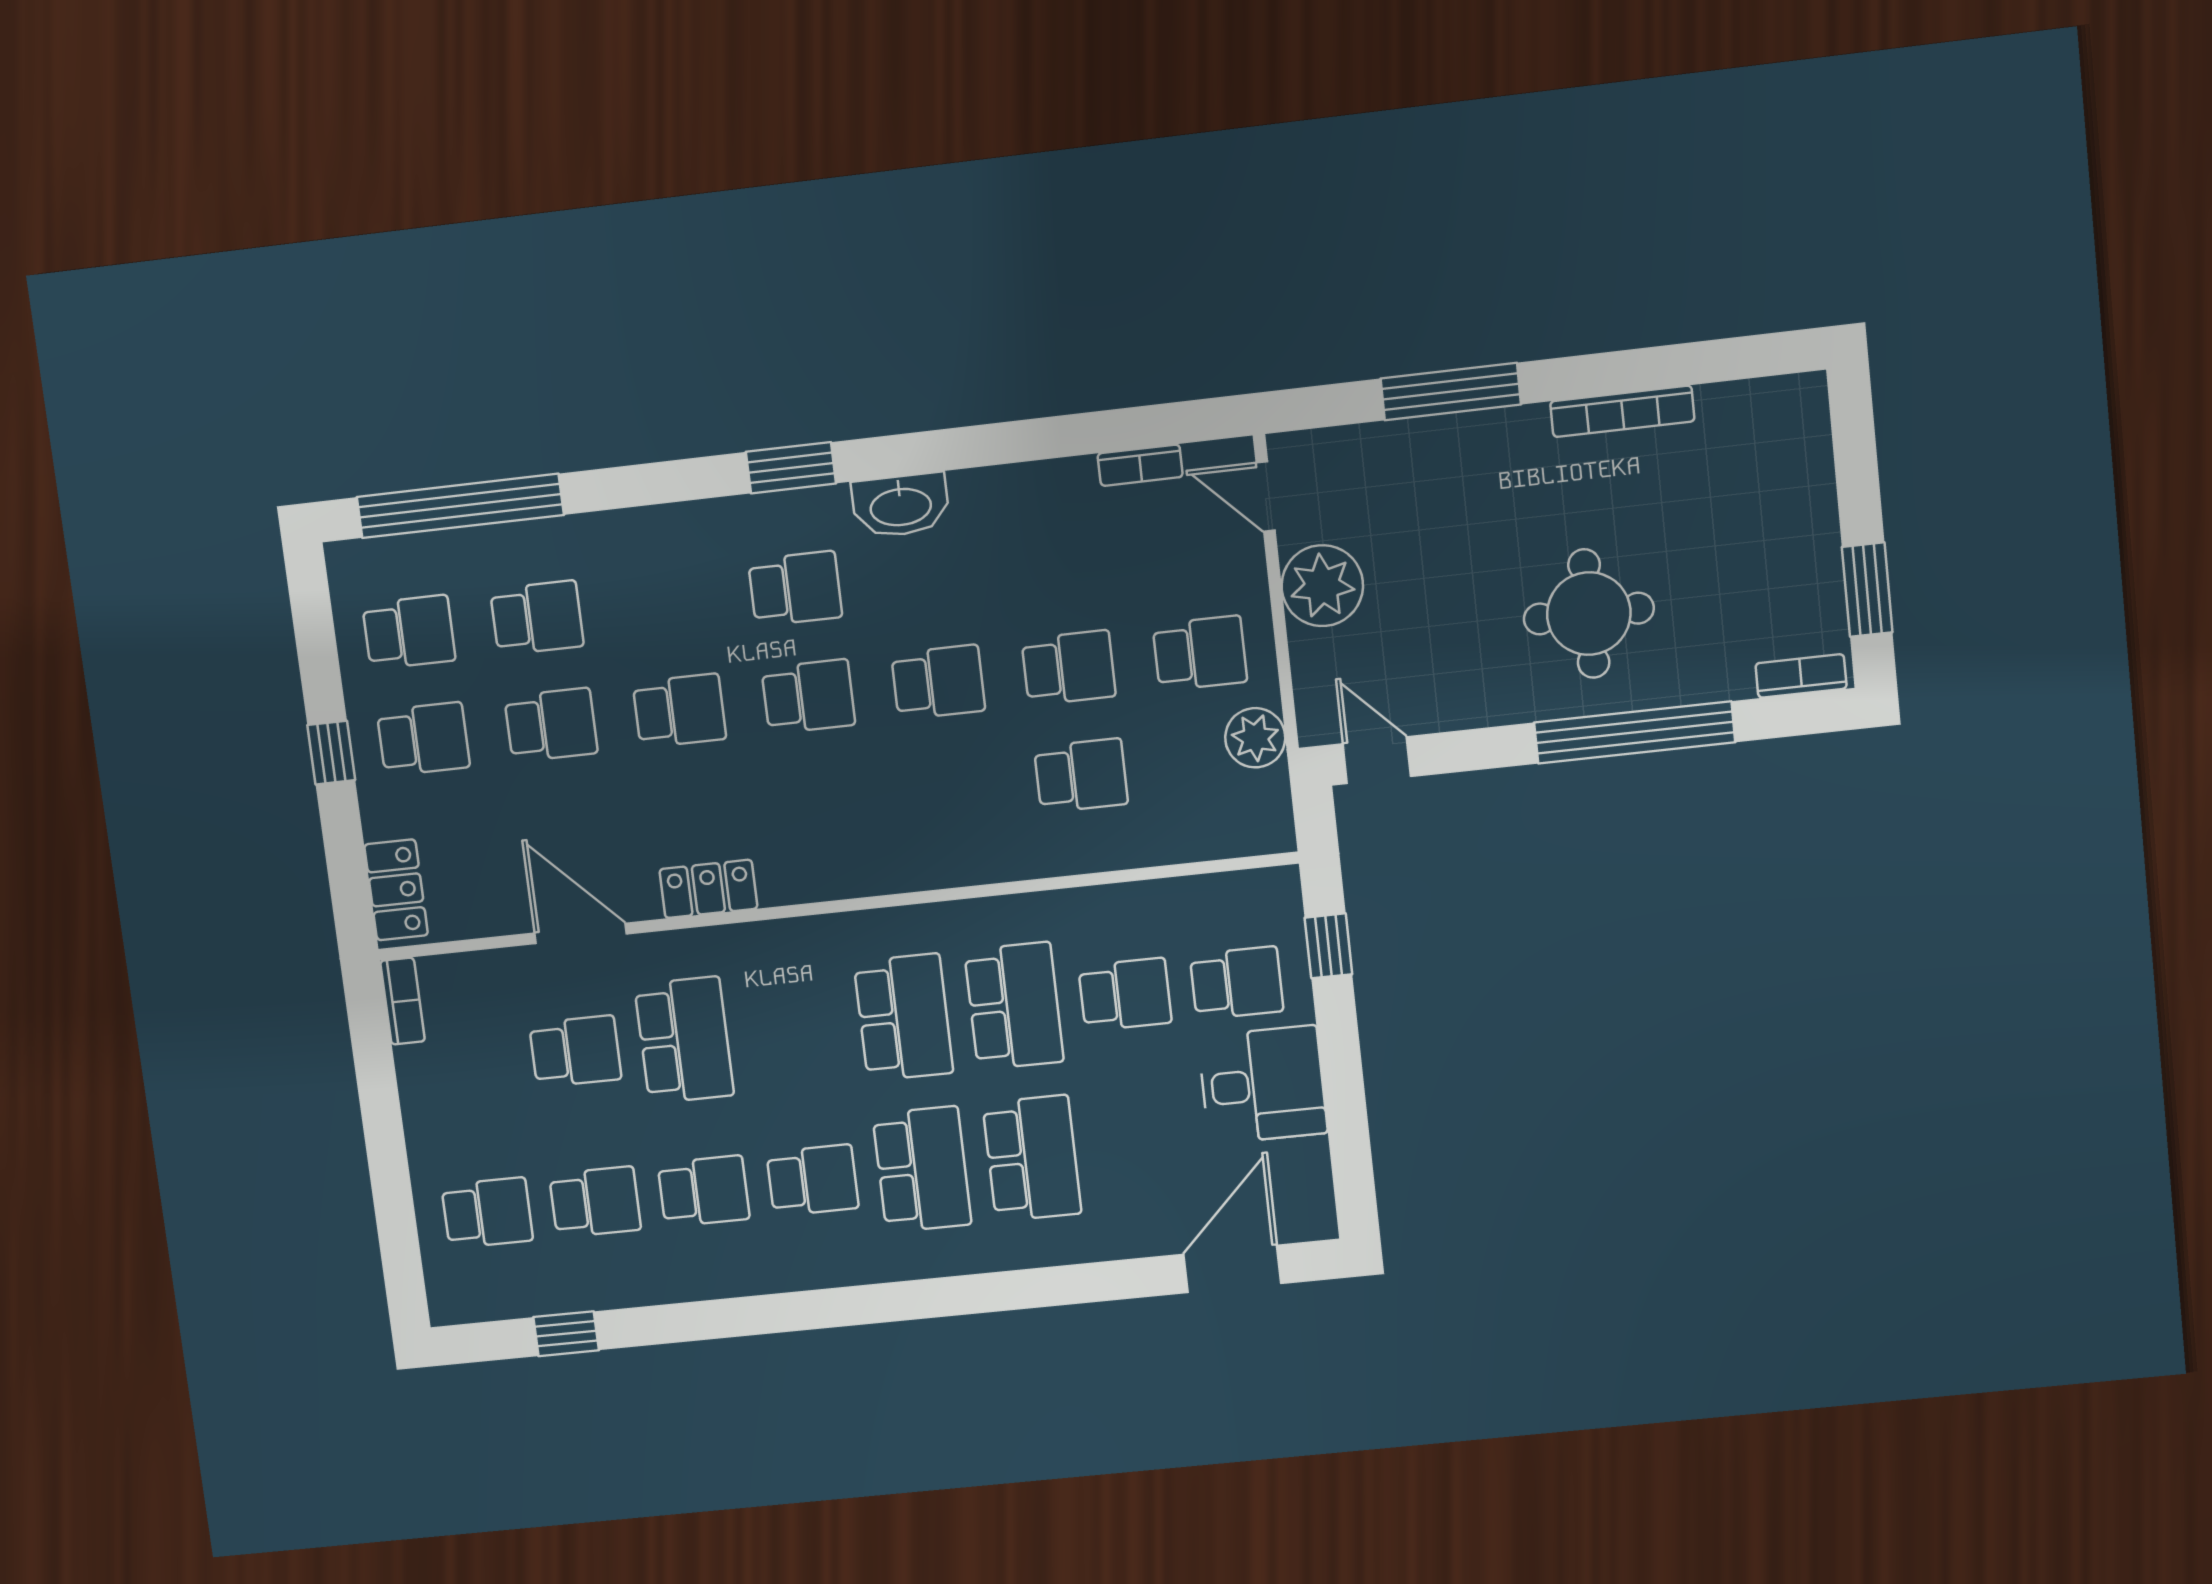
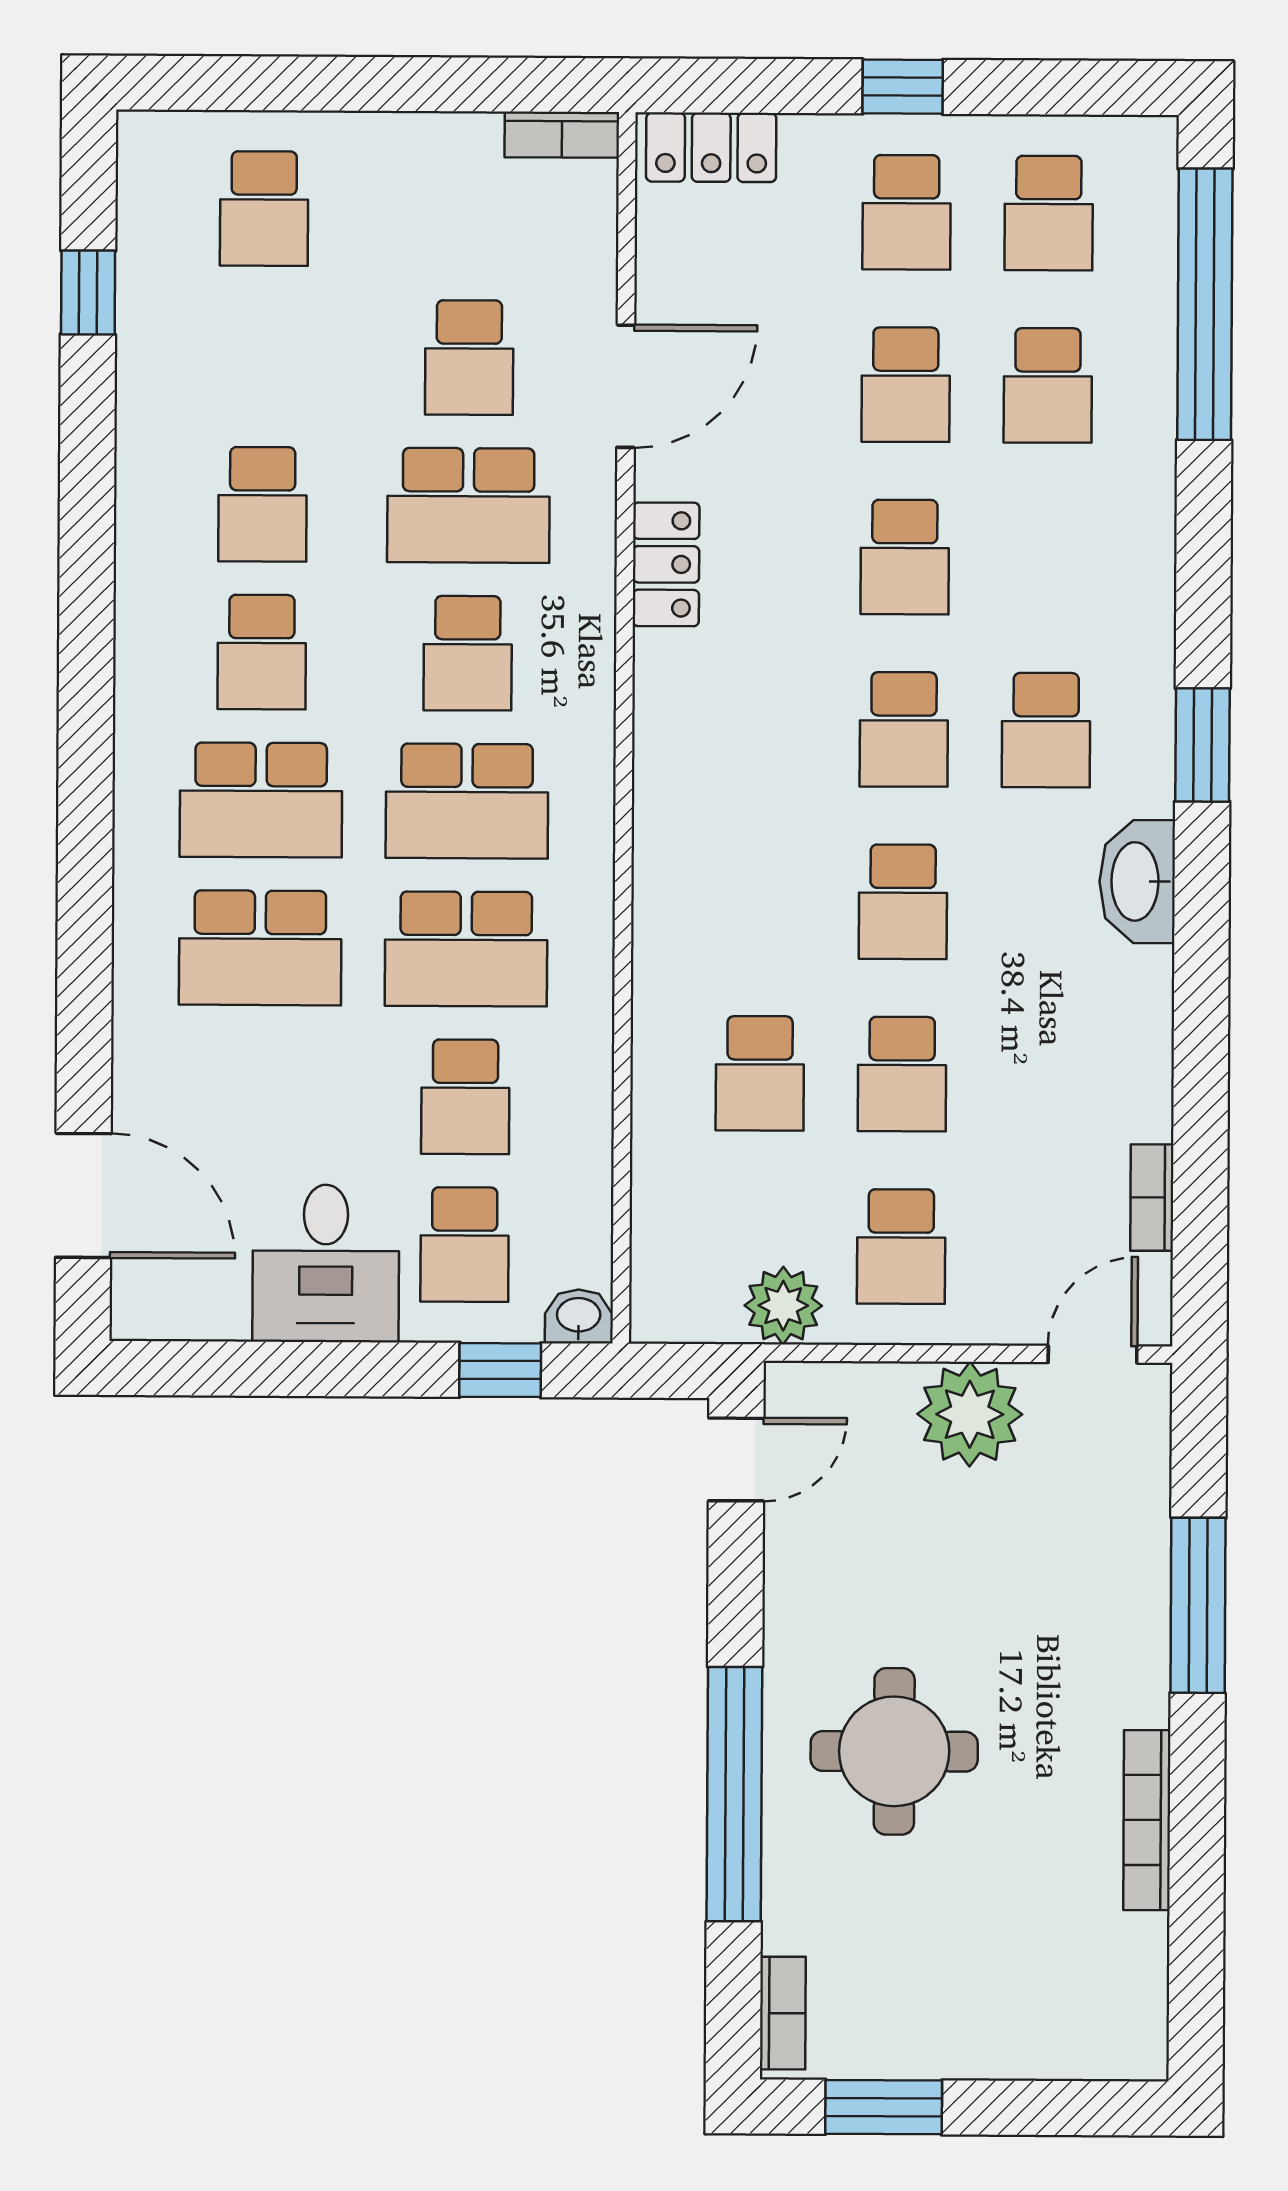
washbasin: (1281, 891) -> (579, 1316), added
school desk: (595, 1202) -> (468, 653), moved

